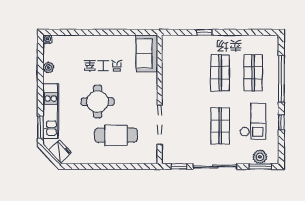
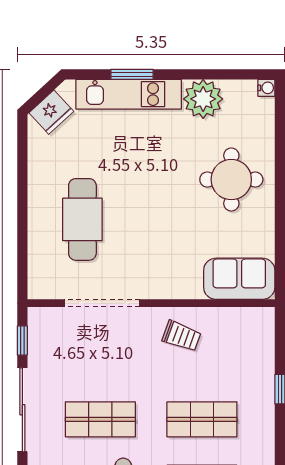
plant: (48, 68) -> (203, 99), width x1.88, depth x1.88
trolley: (177, 84) -> (182, 336), added
round table: (98, 102) -> (231, 180), moved
window: (40, 127) -> (132, 74), moved

